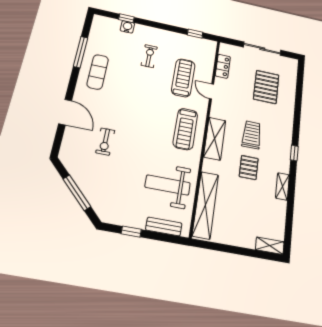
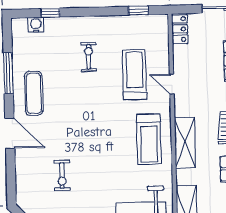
water cooler: (127, 27) -> (36, 25), moved
locker: (223, 66) -> (180, 29), moved
door: (65, 112) -> (10, 133), moved

